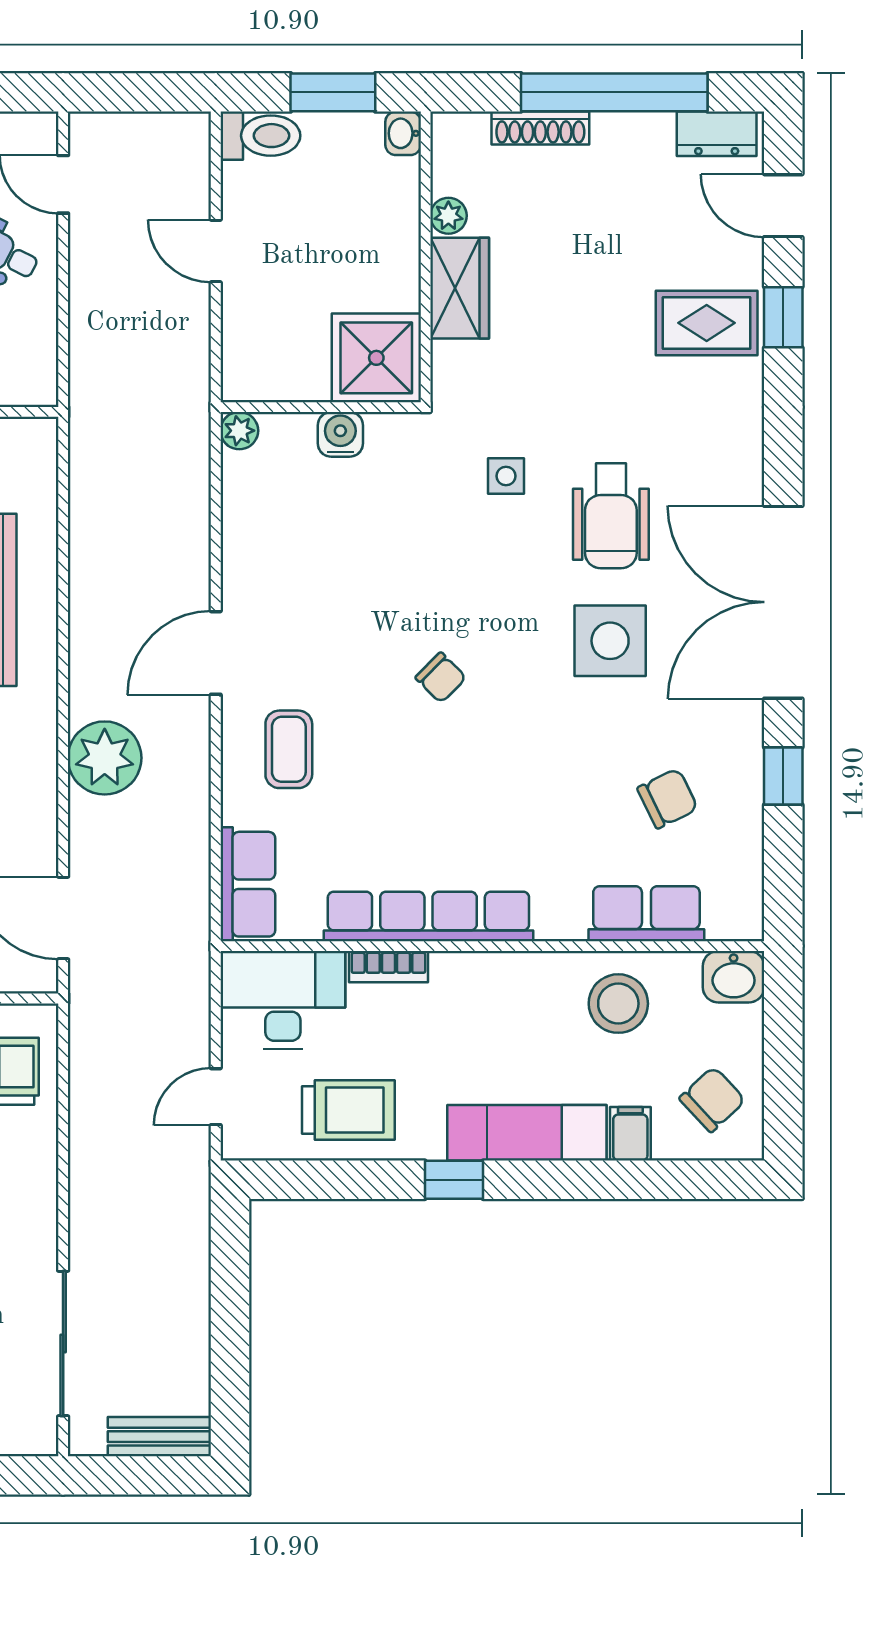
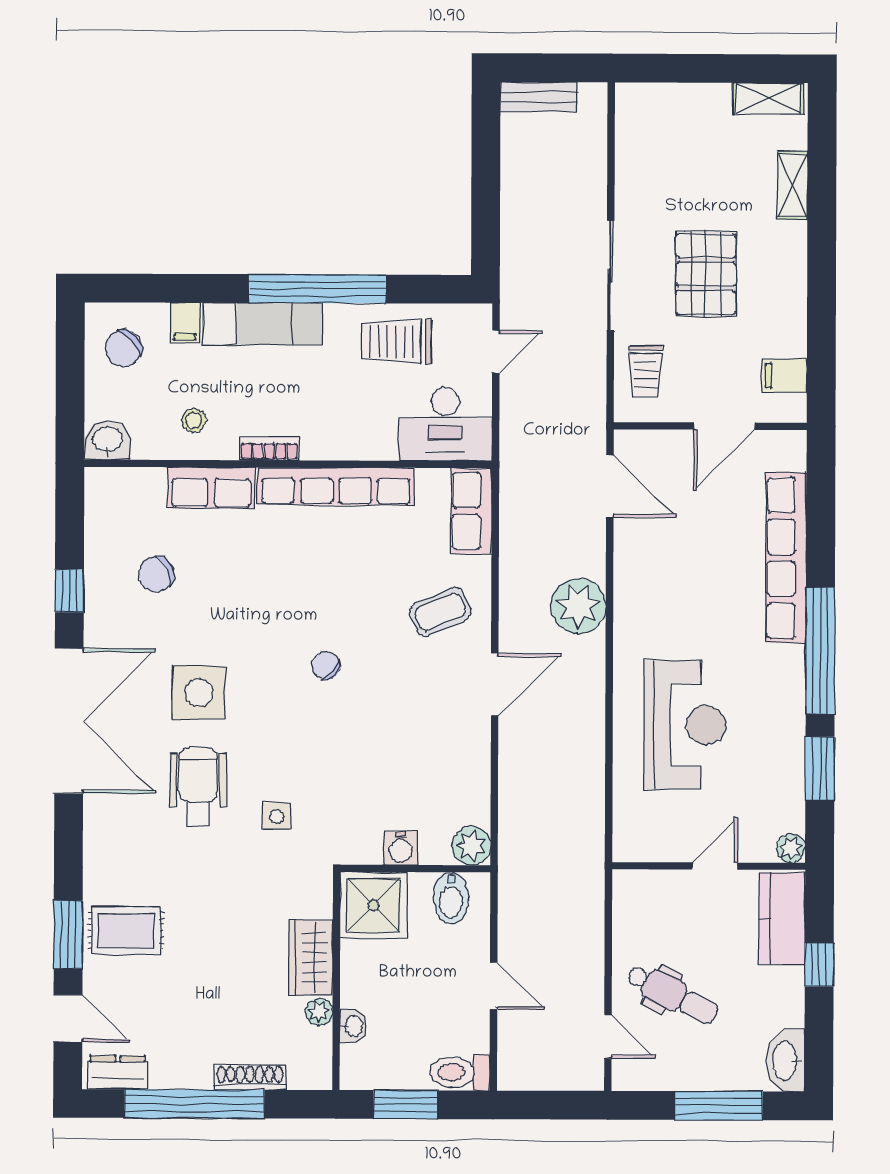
washbasin: (403, 133) -> (353, 1026), moved
window: (783, 317) -> (68, 935), width x1.50
bidet: (273, 368) -> (451, 898), added
plant: (239, 431) -> (471, 846), width x1.38, depth x1.38
coffee table: (289, 749) -> (440, 612), turned 67
row of seats: (646, 914) -> (211, 488), moved
bookcase: (388, 967) -> (269, 448), moved
stool: (618, 1004) -> (194, 420), width x0.53, depth x0.53
window: (454, 1180) -> (317, 289), width x3.17
sliding door: (63, 1343) -> (611, 275), moved

